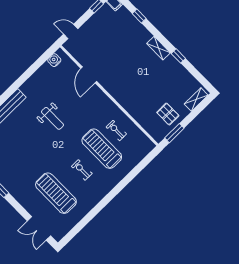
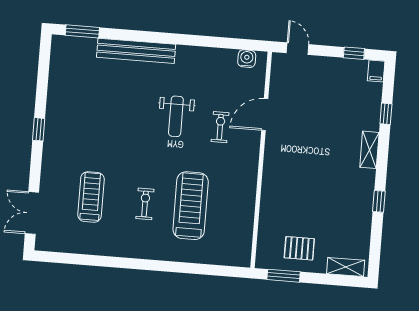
shelving: (159, 48) -> (369, 150), moved
pallet: (168, 114) -> (299, 248), turned 90
exercise bike: (116, 130) -> (220, 127), moved
treadmill: (56, 193) -> (91, 197), width x0.73, depth x0.73

